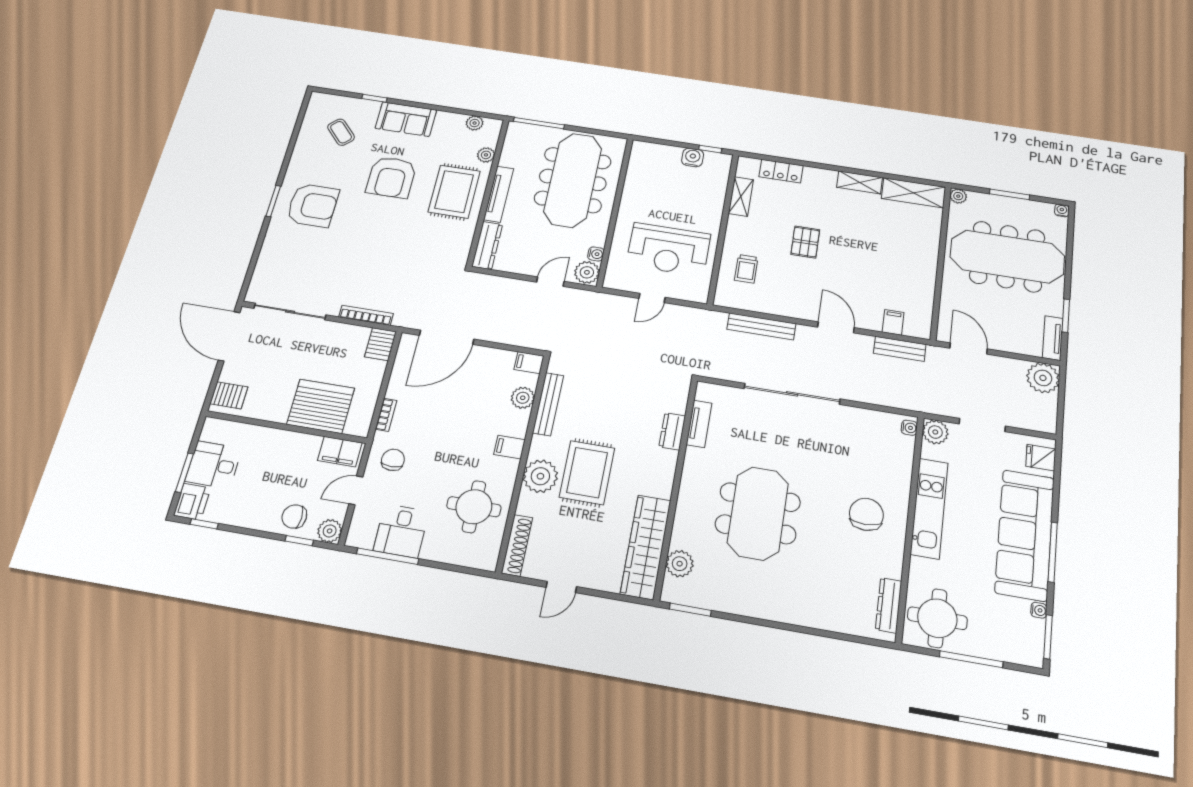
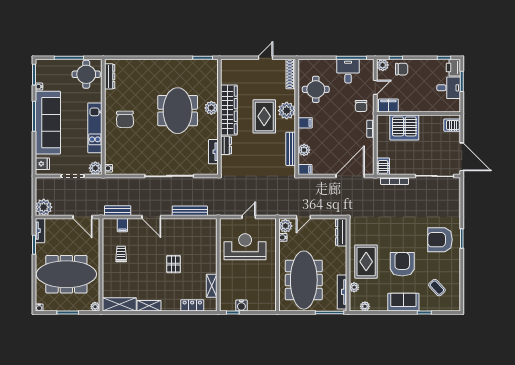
tv unit: (499, 194) -> (342, 292), moved
trolley: (746, 269) -> (121, 254), moved
wardrobe: (646, 547) -> (229, 110), moved
plant: (680, 564) -> (211, 108), moved

